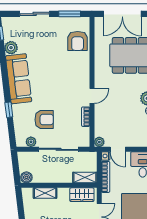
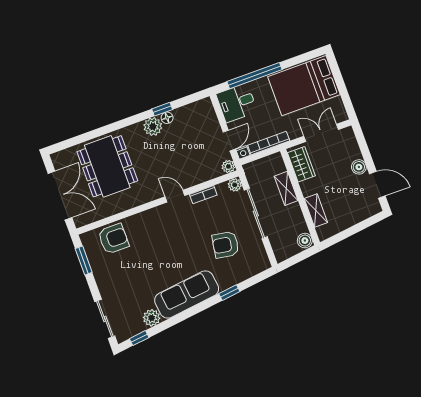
sliding door: (35, 14) -> (105, 319), moved
armchair: (44, 120) -> (226, 245), turned -81
plant: (31, 142) -> (235, 185), moved
shelving: (85, 178) -> (286, 188), moved

